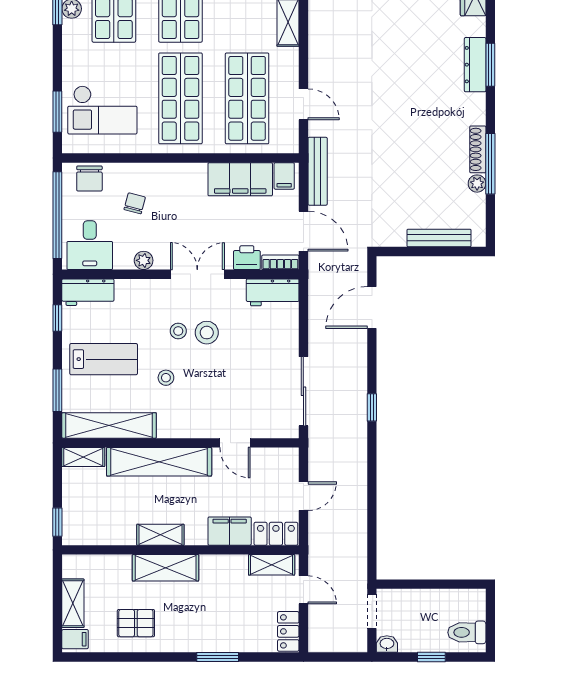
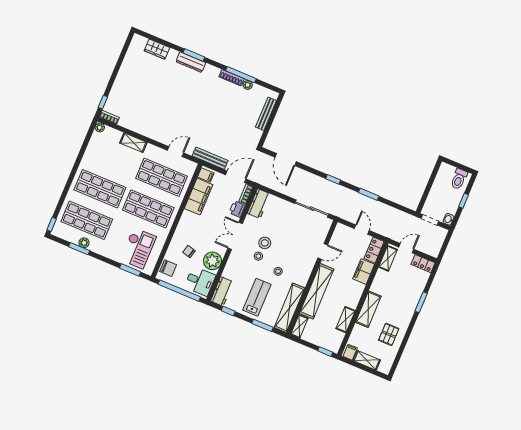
plant: (144, 260) -> (212, 261), width x1.88, depth x1.88
window: (372, 482) -> (369, 194), added
shelving: (160, 535) -> (346, 320), moved
filing cabinet: (75, 639) -> (350, 352), moved

